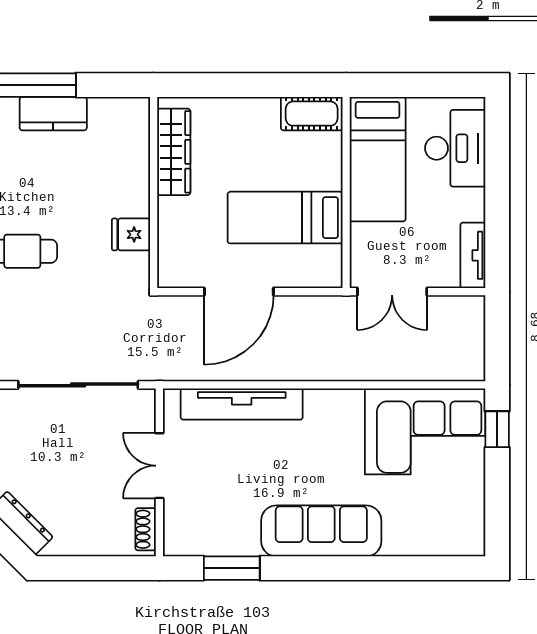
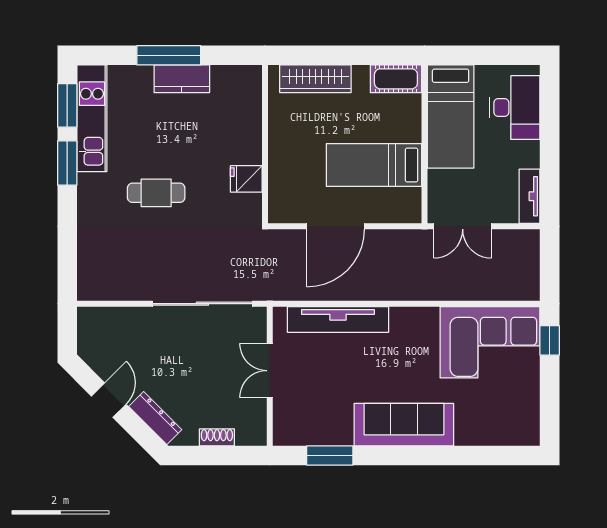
wardrobe: (174, 152) -> (315, 79), moved, turned 90
shoe rack: (146, 529) -> (217, 437), moved, turned 90

